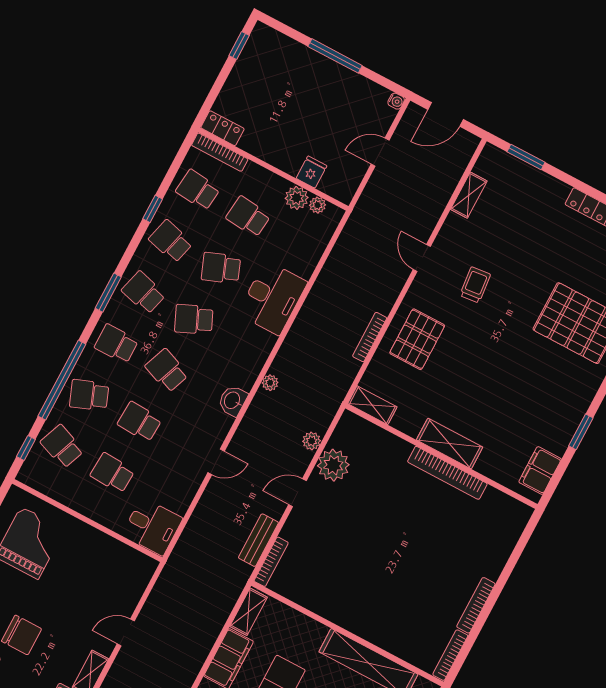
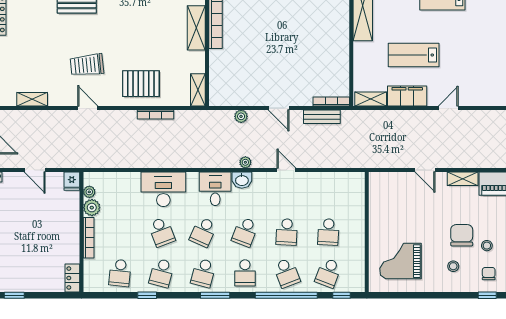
bookcase: (220, 152) -> (89, 238), moved
fridge: (312, 172) -> (72, 181), moved, turned -90
school desk: (248, 217) -> (120, 232), removed
door: (422, 258) -> (88, 108), swing flipped
trolley: (475, 285) -> (87, 65), width x1.36, depth x1.39
school desk: (194, 319) -> (203, 232), turned 48
plant: (270, 383) -> (245, 162), moved
plant: (333, 465) -> (249, 94), removed
desk: (152, 526) -> (215, 189), moved

